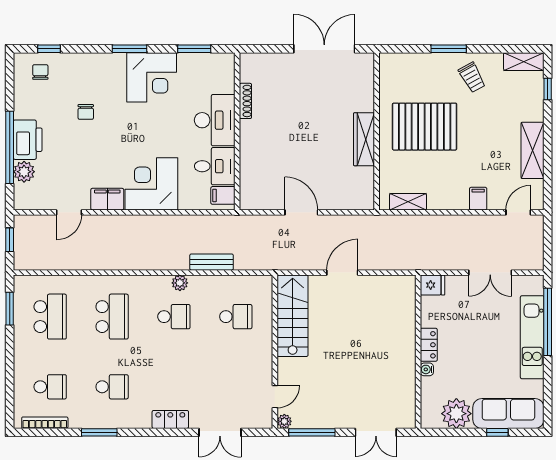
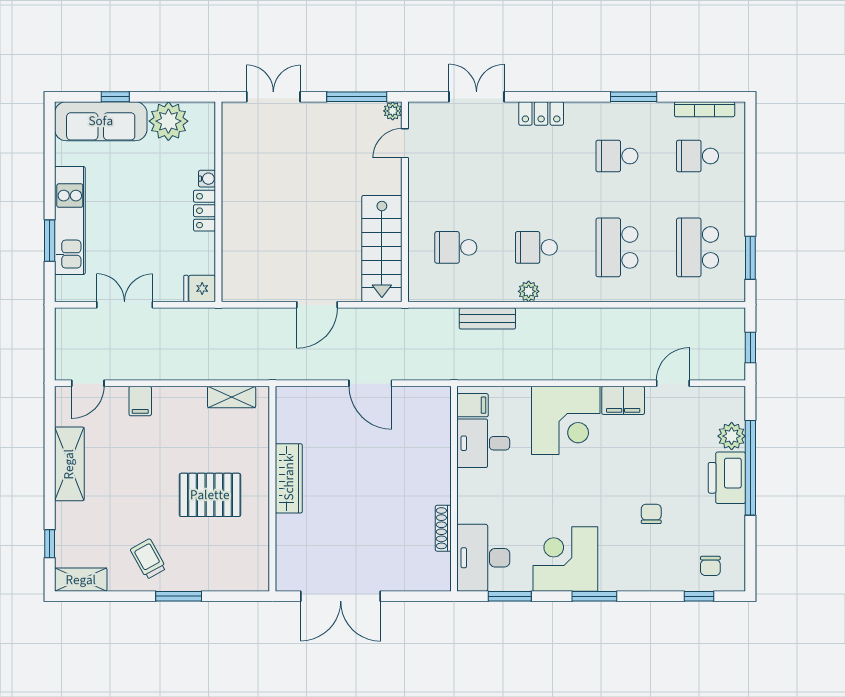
desk: (215, 120) -> (483, 558), moved
pallet: (425, 127) -> (210, 495), width x0.73, depth x0.71
window: (548, 322) -> (50, 241), width x0.47

